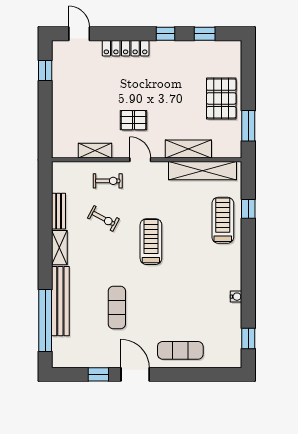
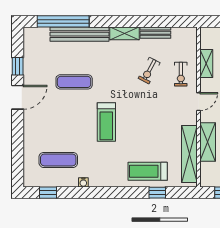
treadmill: (223, 220) -> (148, 171), turned 180
treadmill: (151, 242) -> (106, 122), moved, turned 90
exercise mat: (180, 350) -> (58, 160), moved, turned 90

